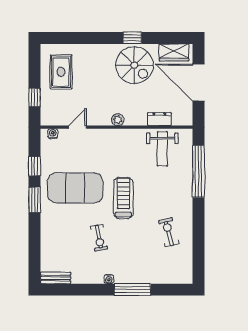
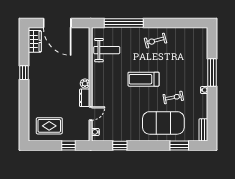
spiral stairs: (134, 65) -> (44, 71), removed
door: (198, 83) -> (57, 23), hinge flipped
dresser: (159, 119) -> (85, 98), moved
door: (77, 127) -> (91, 113), swing flipped
exercise mat: (75, 188) -> (163, 123), moved, turned 90
window: (35, 200) -> (179, 146), moved
exercise bike: (169, 232) -> (155, 41), moved

